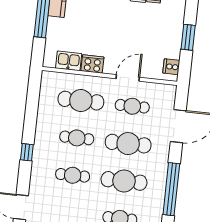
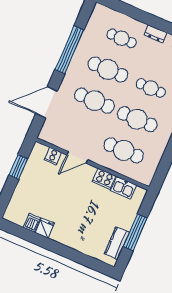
window: (188, 37) -> (18, 167), moved
cooker: (171, 67) -> (53, 156), moved, turned 90
cafe table: (132, 106) -> (81, 132), removed
cafe table: (77, 138) -> (137, 119), width x1.37, depth x1.35

